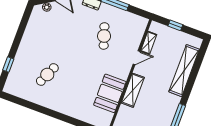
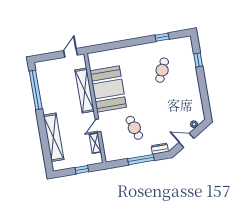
shelving: (133, 90) -> (85, 91), width x1.47
booth: (110, 93) -> (108, 89), width x1.36, depth x1.42
window: (30, 105) -> (162, 37), added

